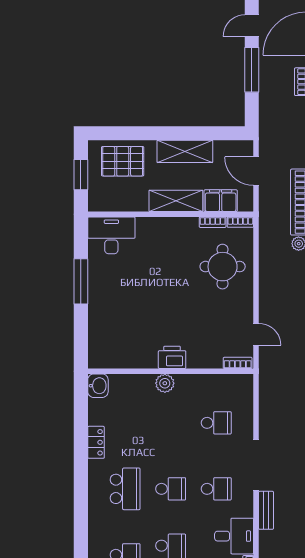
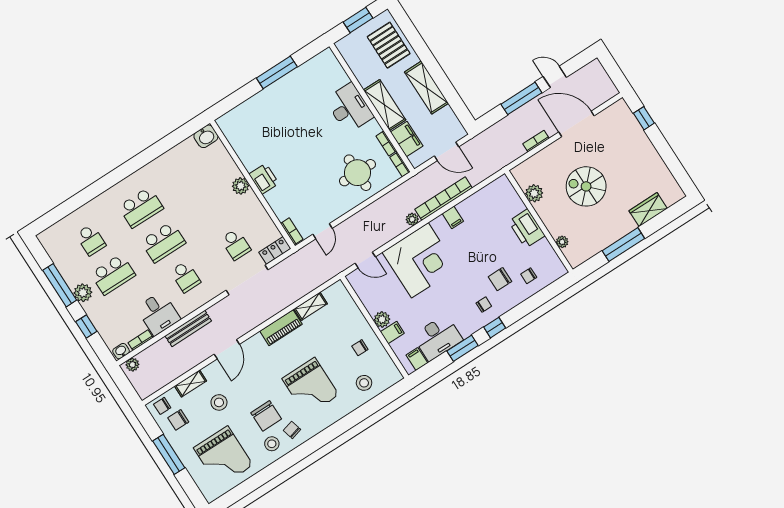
door: (256, 171) -> (446, 151), swing flipped
desk: (111, 235) -> (349, 108), moved
locker: (96, 442) -> (275, 250), moved, turned 180
doorway: (256, 465) -> (247, 280), moved
school desk: (171, 489) -> (163, 242), width x1.85
bench: (266, 510) -> (188, 328), width x1.36

